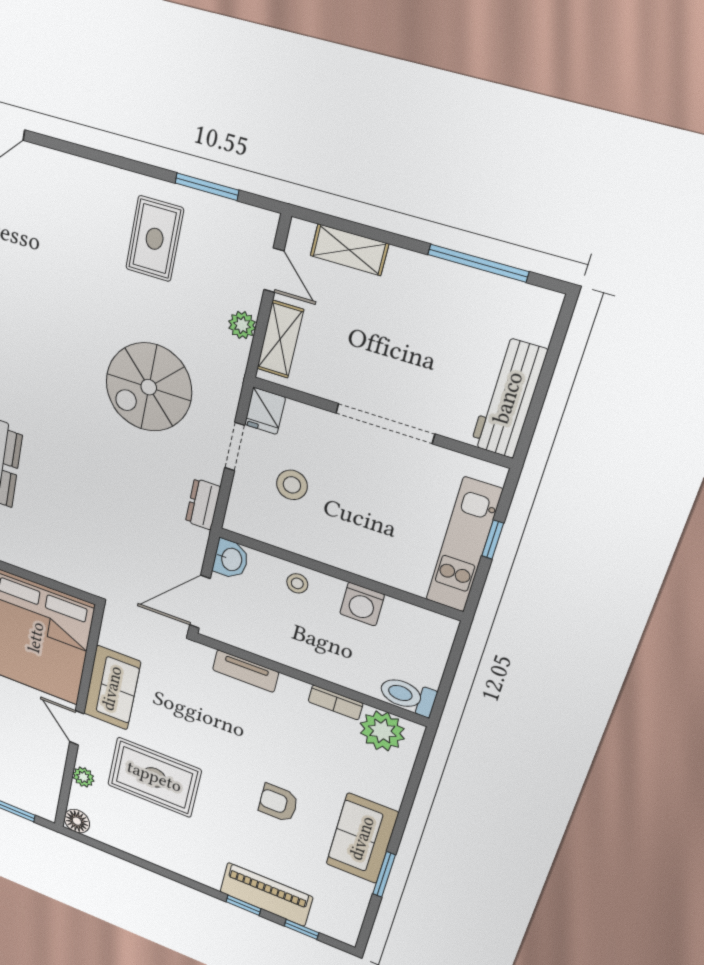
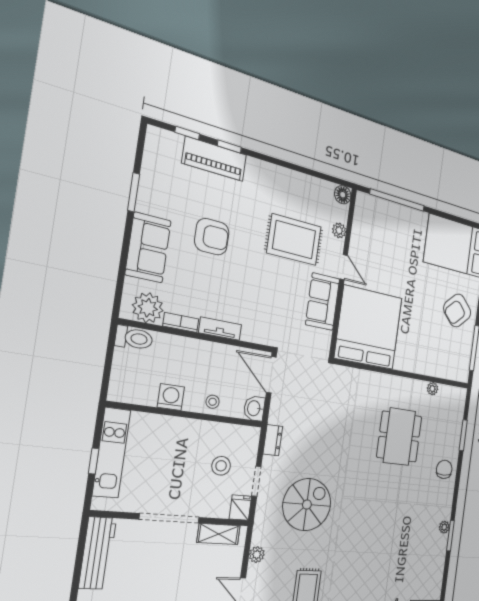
shelving: (280, 339) -> (219, 534), moved, turned 90
door: (200, 602) -> (271, 375), swing flipped
tv unit: (246, 671) -> (220, 329), moved
armchair: (278, 803) -> (212, 237), width x1.38, depth x1.38
sofa: (362, 838) -> (148, 248), moved

